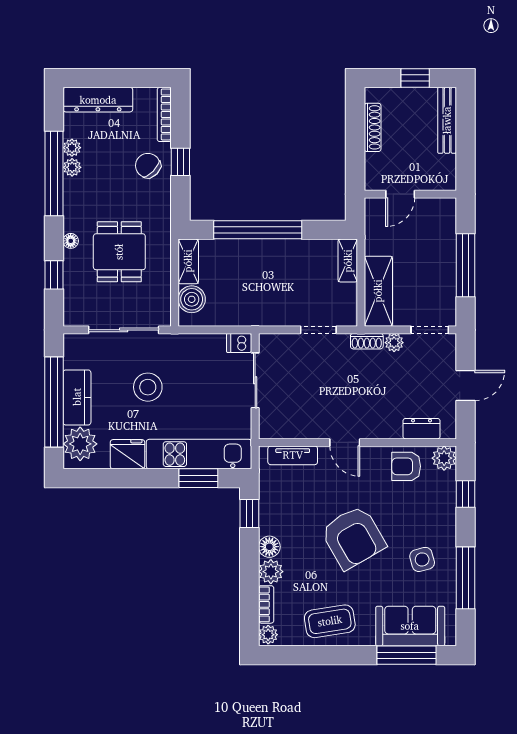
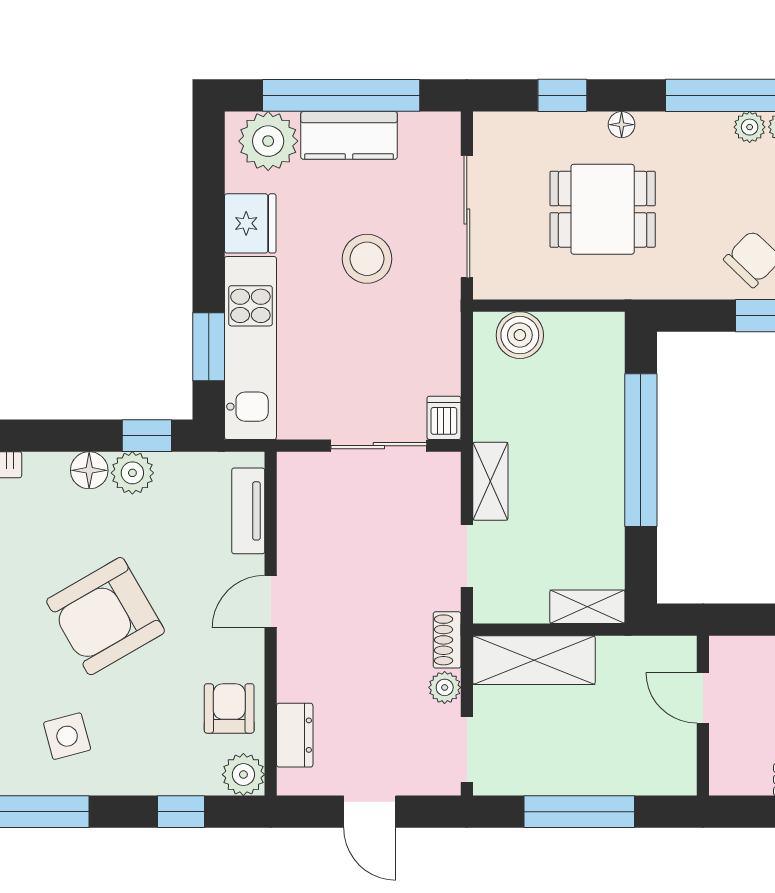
shelving: (188, 261) -> (490, 481), moved, turned 90
plant: (271, 572) -> (132, 473), moved

